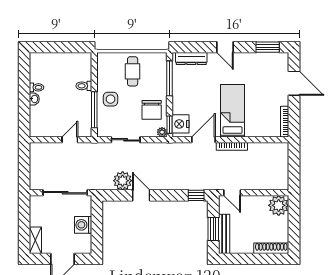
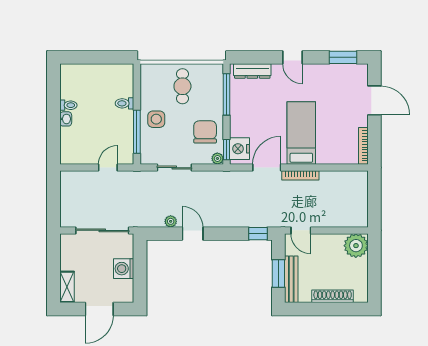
chair: (152, 110) -> (205, 132), turned 180
plant: (123, 181) -> (171, 221), width x0.53, depth x0.53
shoe rack: (271, 248) -> (333, 296), moved

